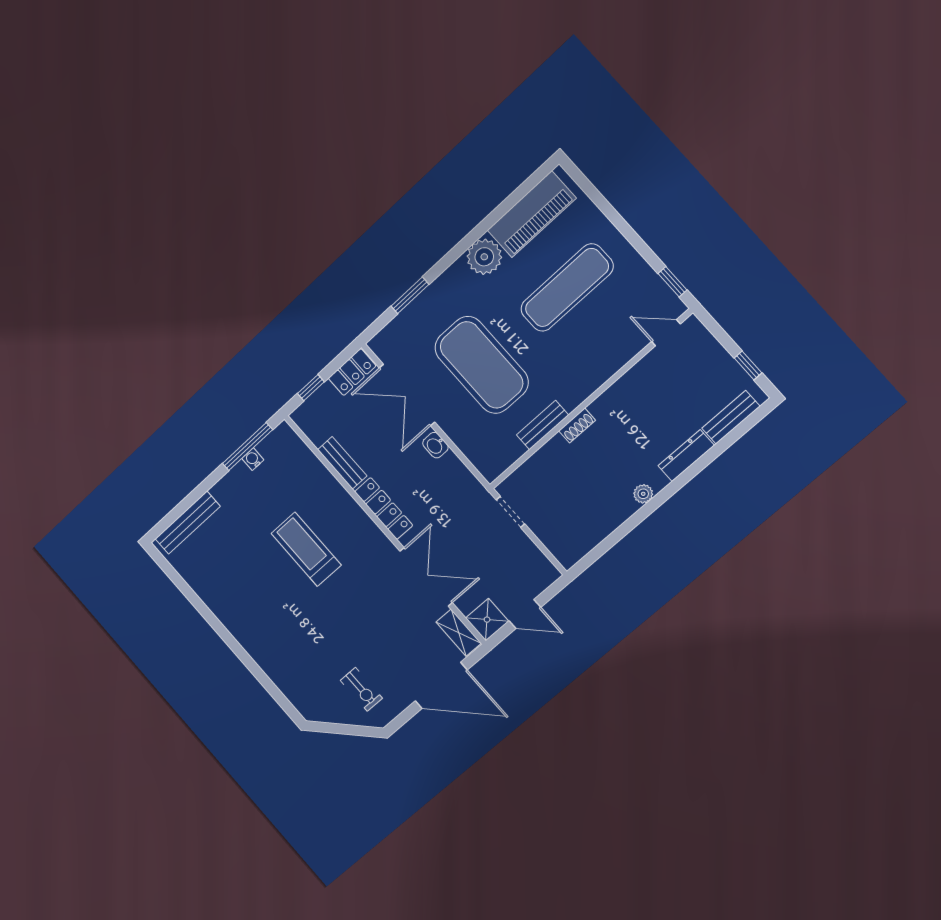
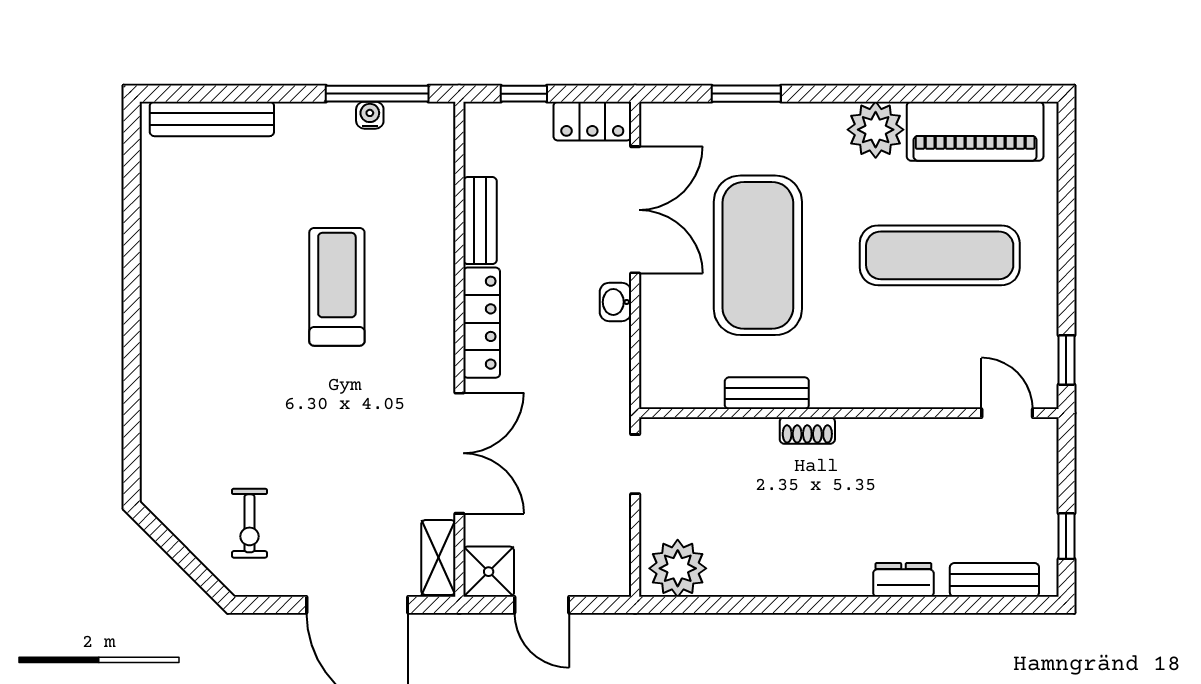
double door: (407, 395) -> (635, 210), swing flipped
dresser: (686, 456) -> (903, 580), width x0.70
plant: (643, 494) -> (678, 568), moved, width x1.88, depth x1.88

